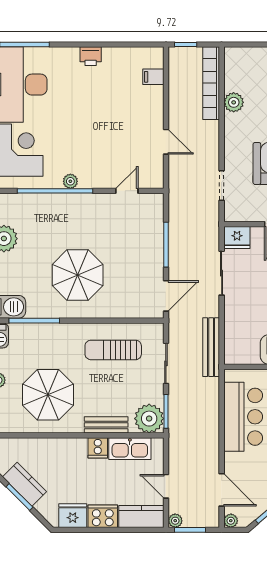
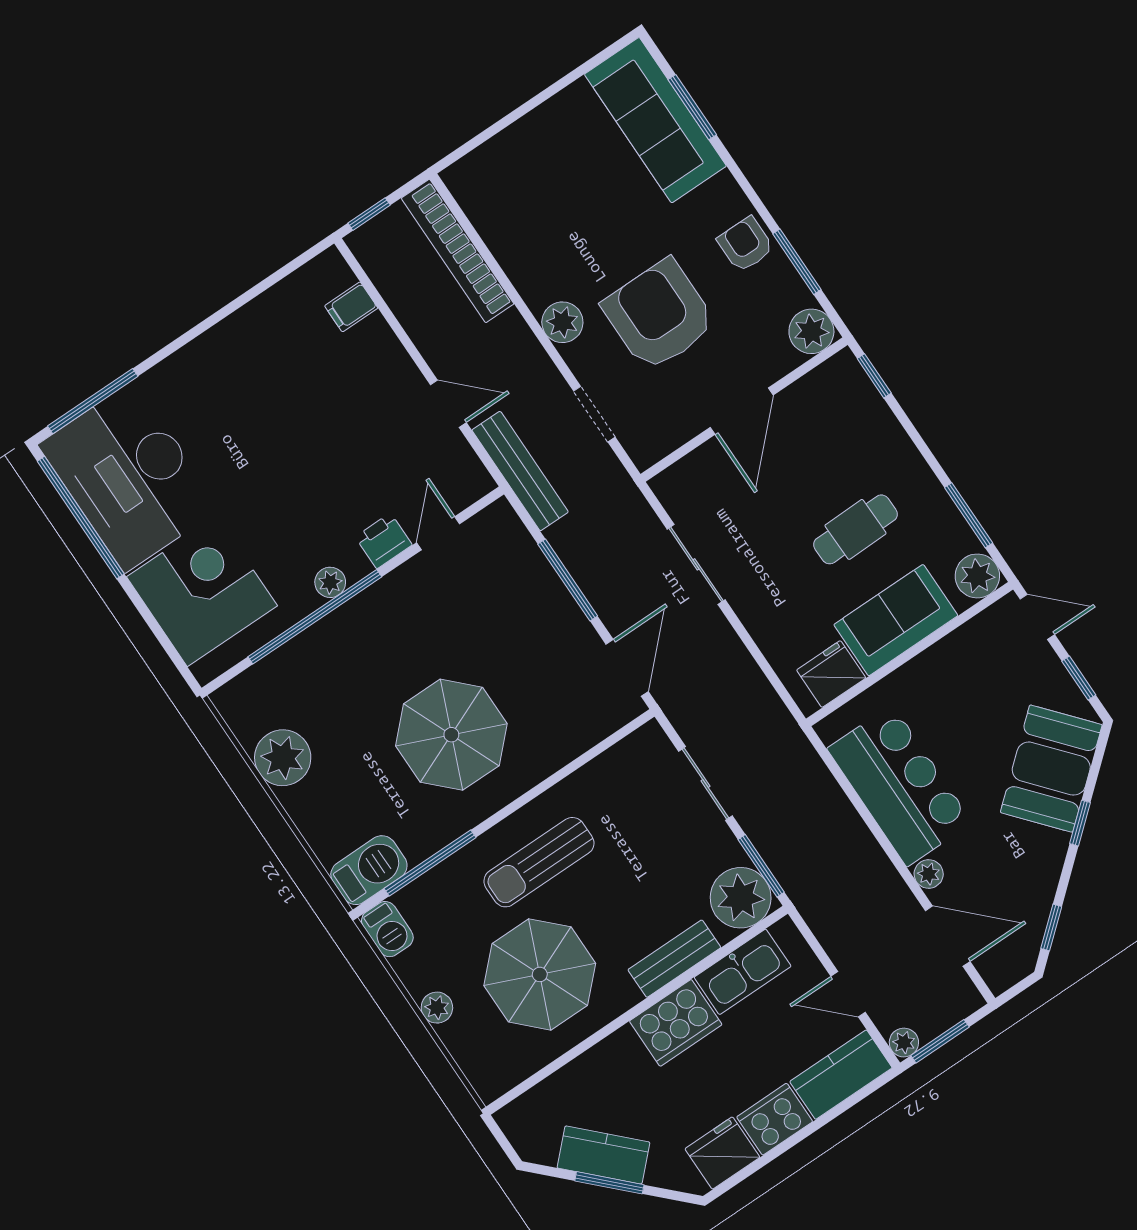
printer: (91, 56) -> (384, 541), moved, turned 180
plant: (234, 102) -> (562, 322), moved
fridge: (237, 237) -> (831, 674), moved, turned 180
bench: (211, 347) -> (520, 471), moved
sun lounger: (113, 350) -> (539, 862), moved
cooker: (98, 448) -> (676, 1023), width x1.87, depth x1.31
plant: (231, 521) -> (929, 874), moved

